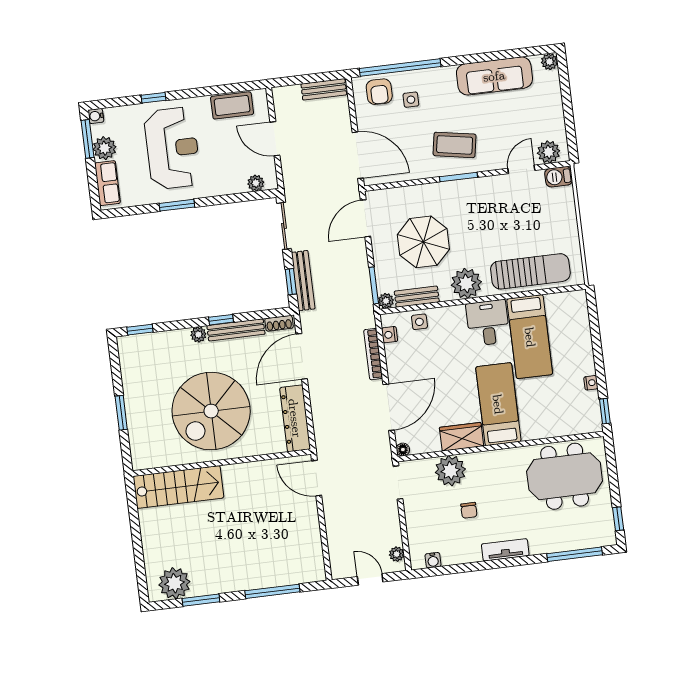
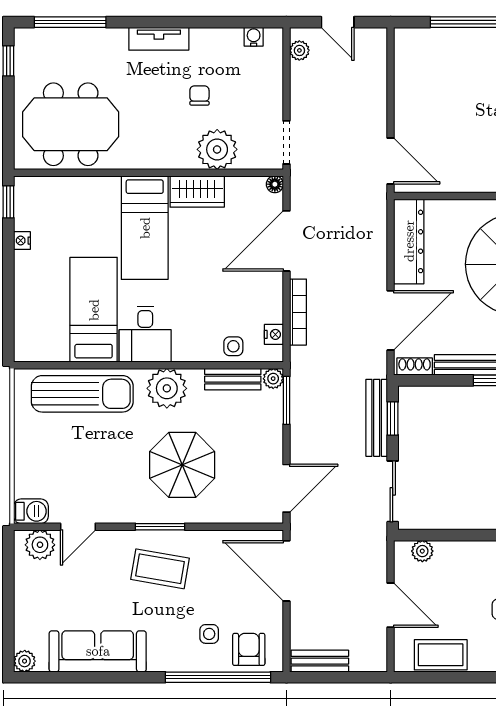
parasol: (423, 242) -> (182, 465), moved
sun lounger: (530, 271) -> (82, 394), turned 180

